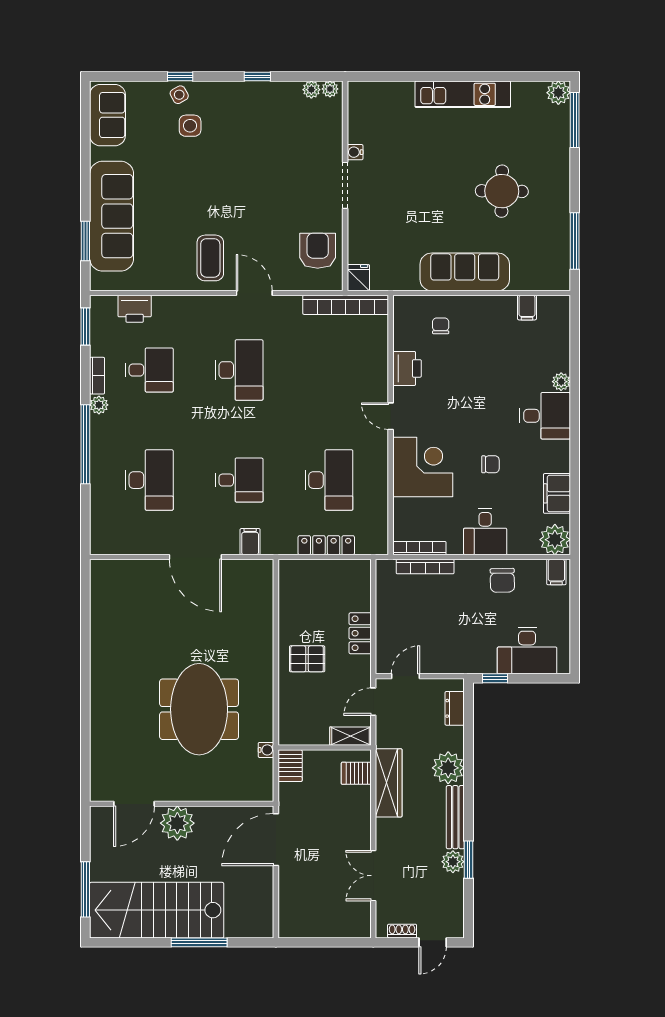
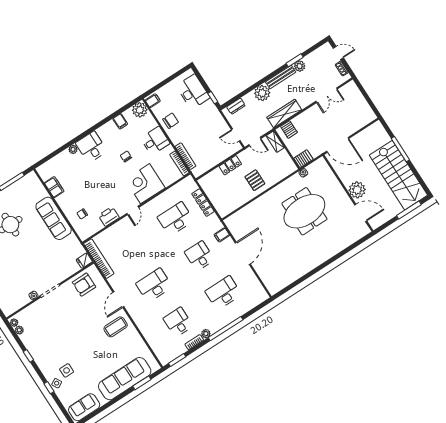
filing cabinet: (527, 308) -> (54, 187), width x2.00
printer: (135, 309) -> (157, 344), removed
filing cabinet: (557, 493) -> (120, 121), width x0.50

